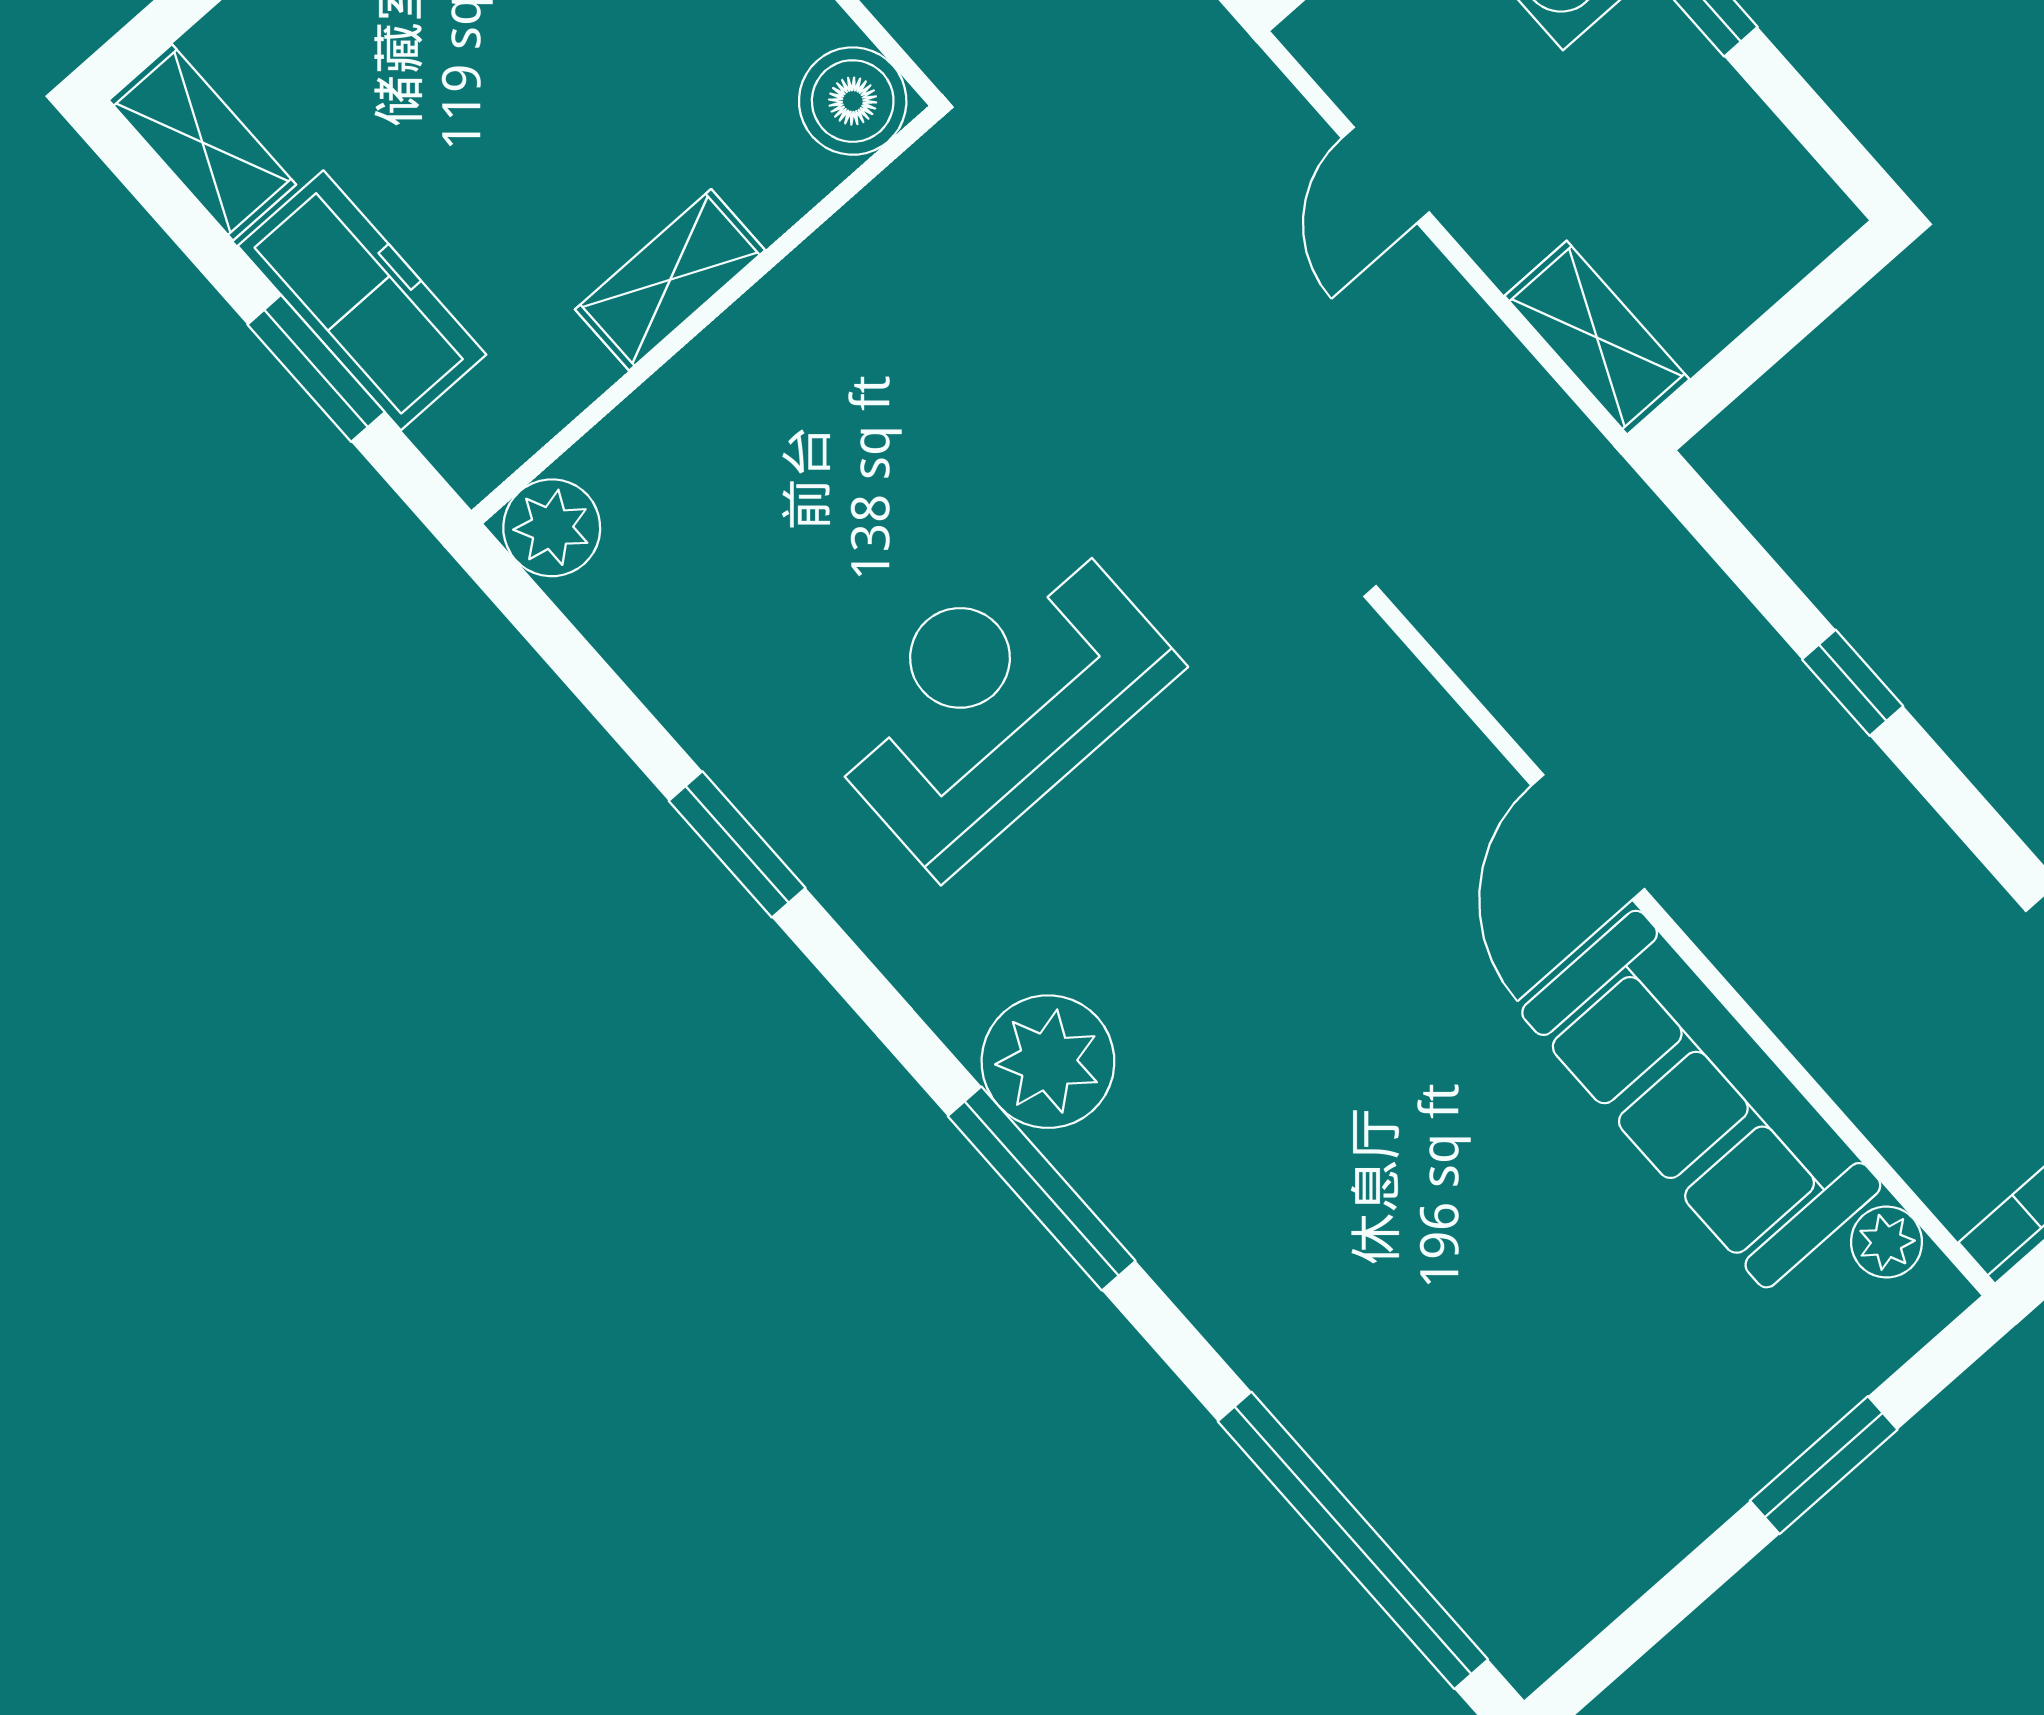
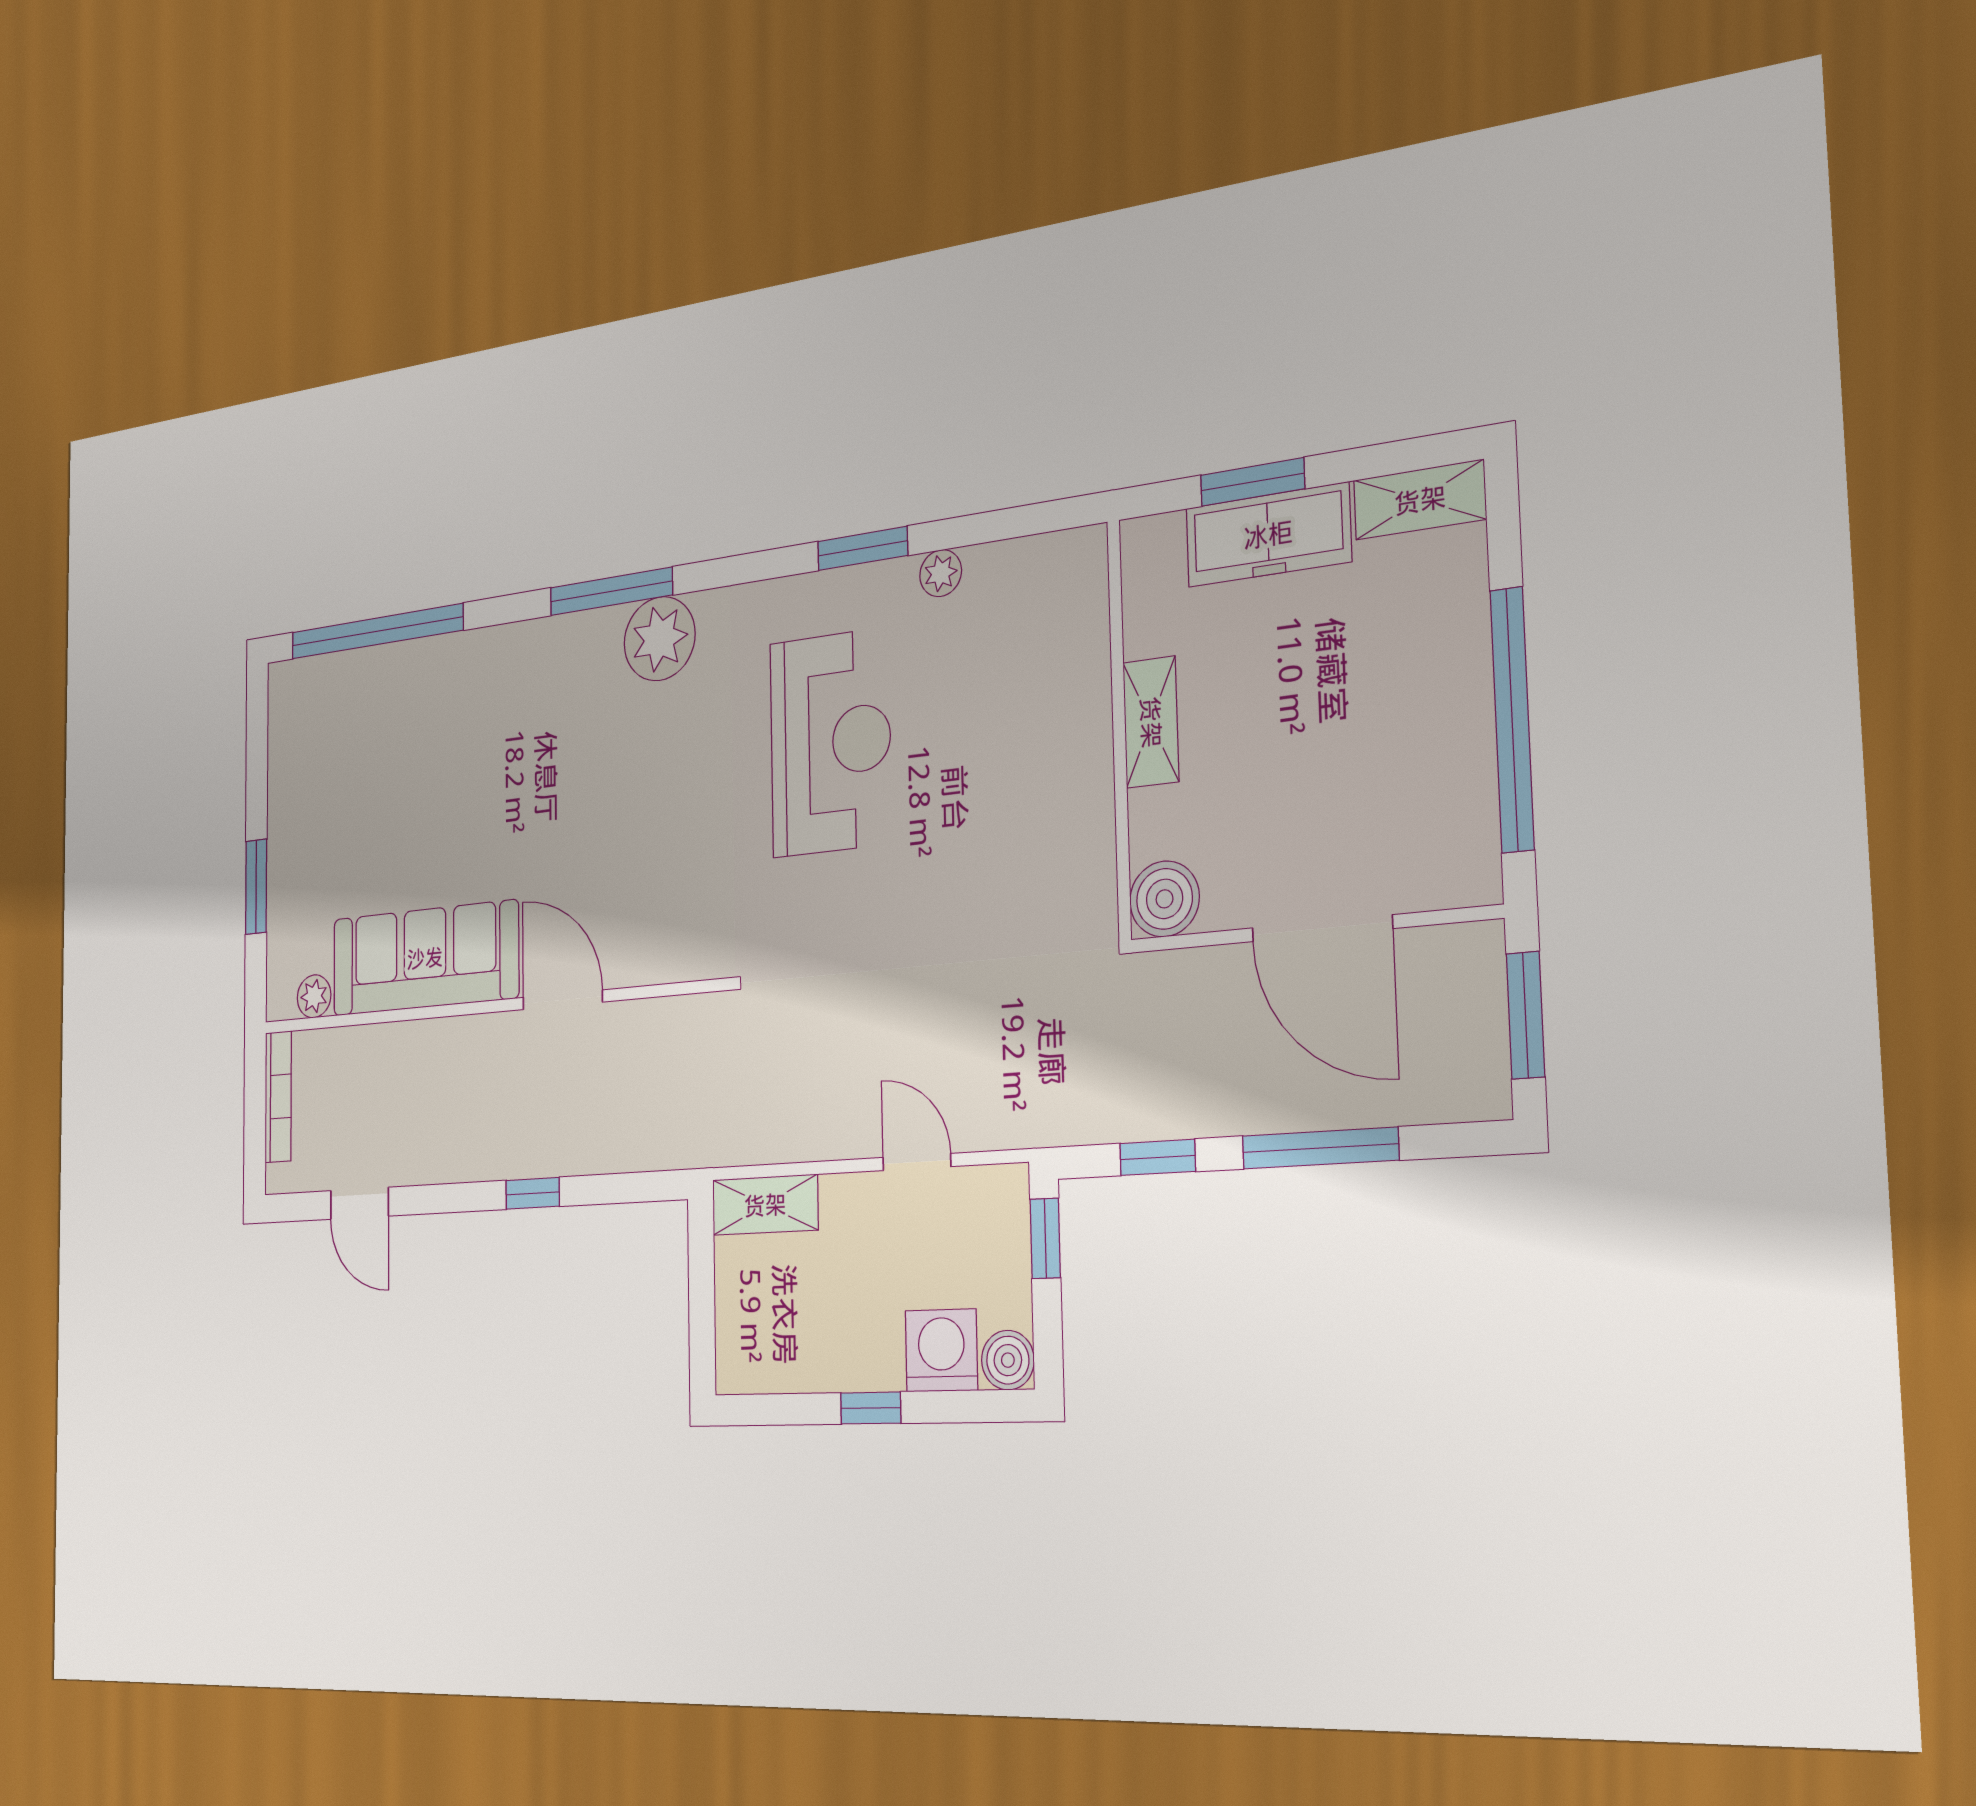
plant: (552, 528) -> (941, 573), moved, width x0.73, depth x0.73

